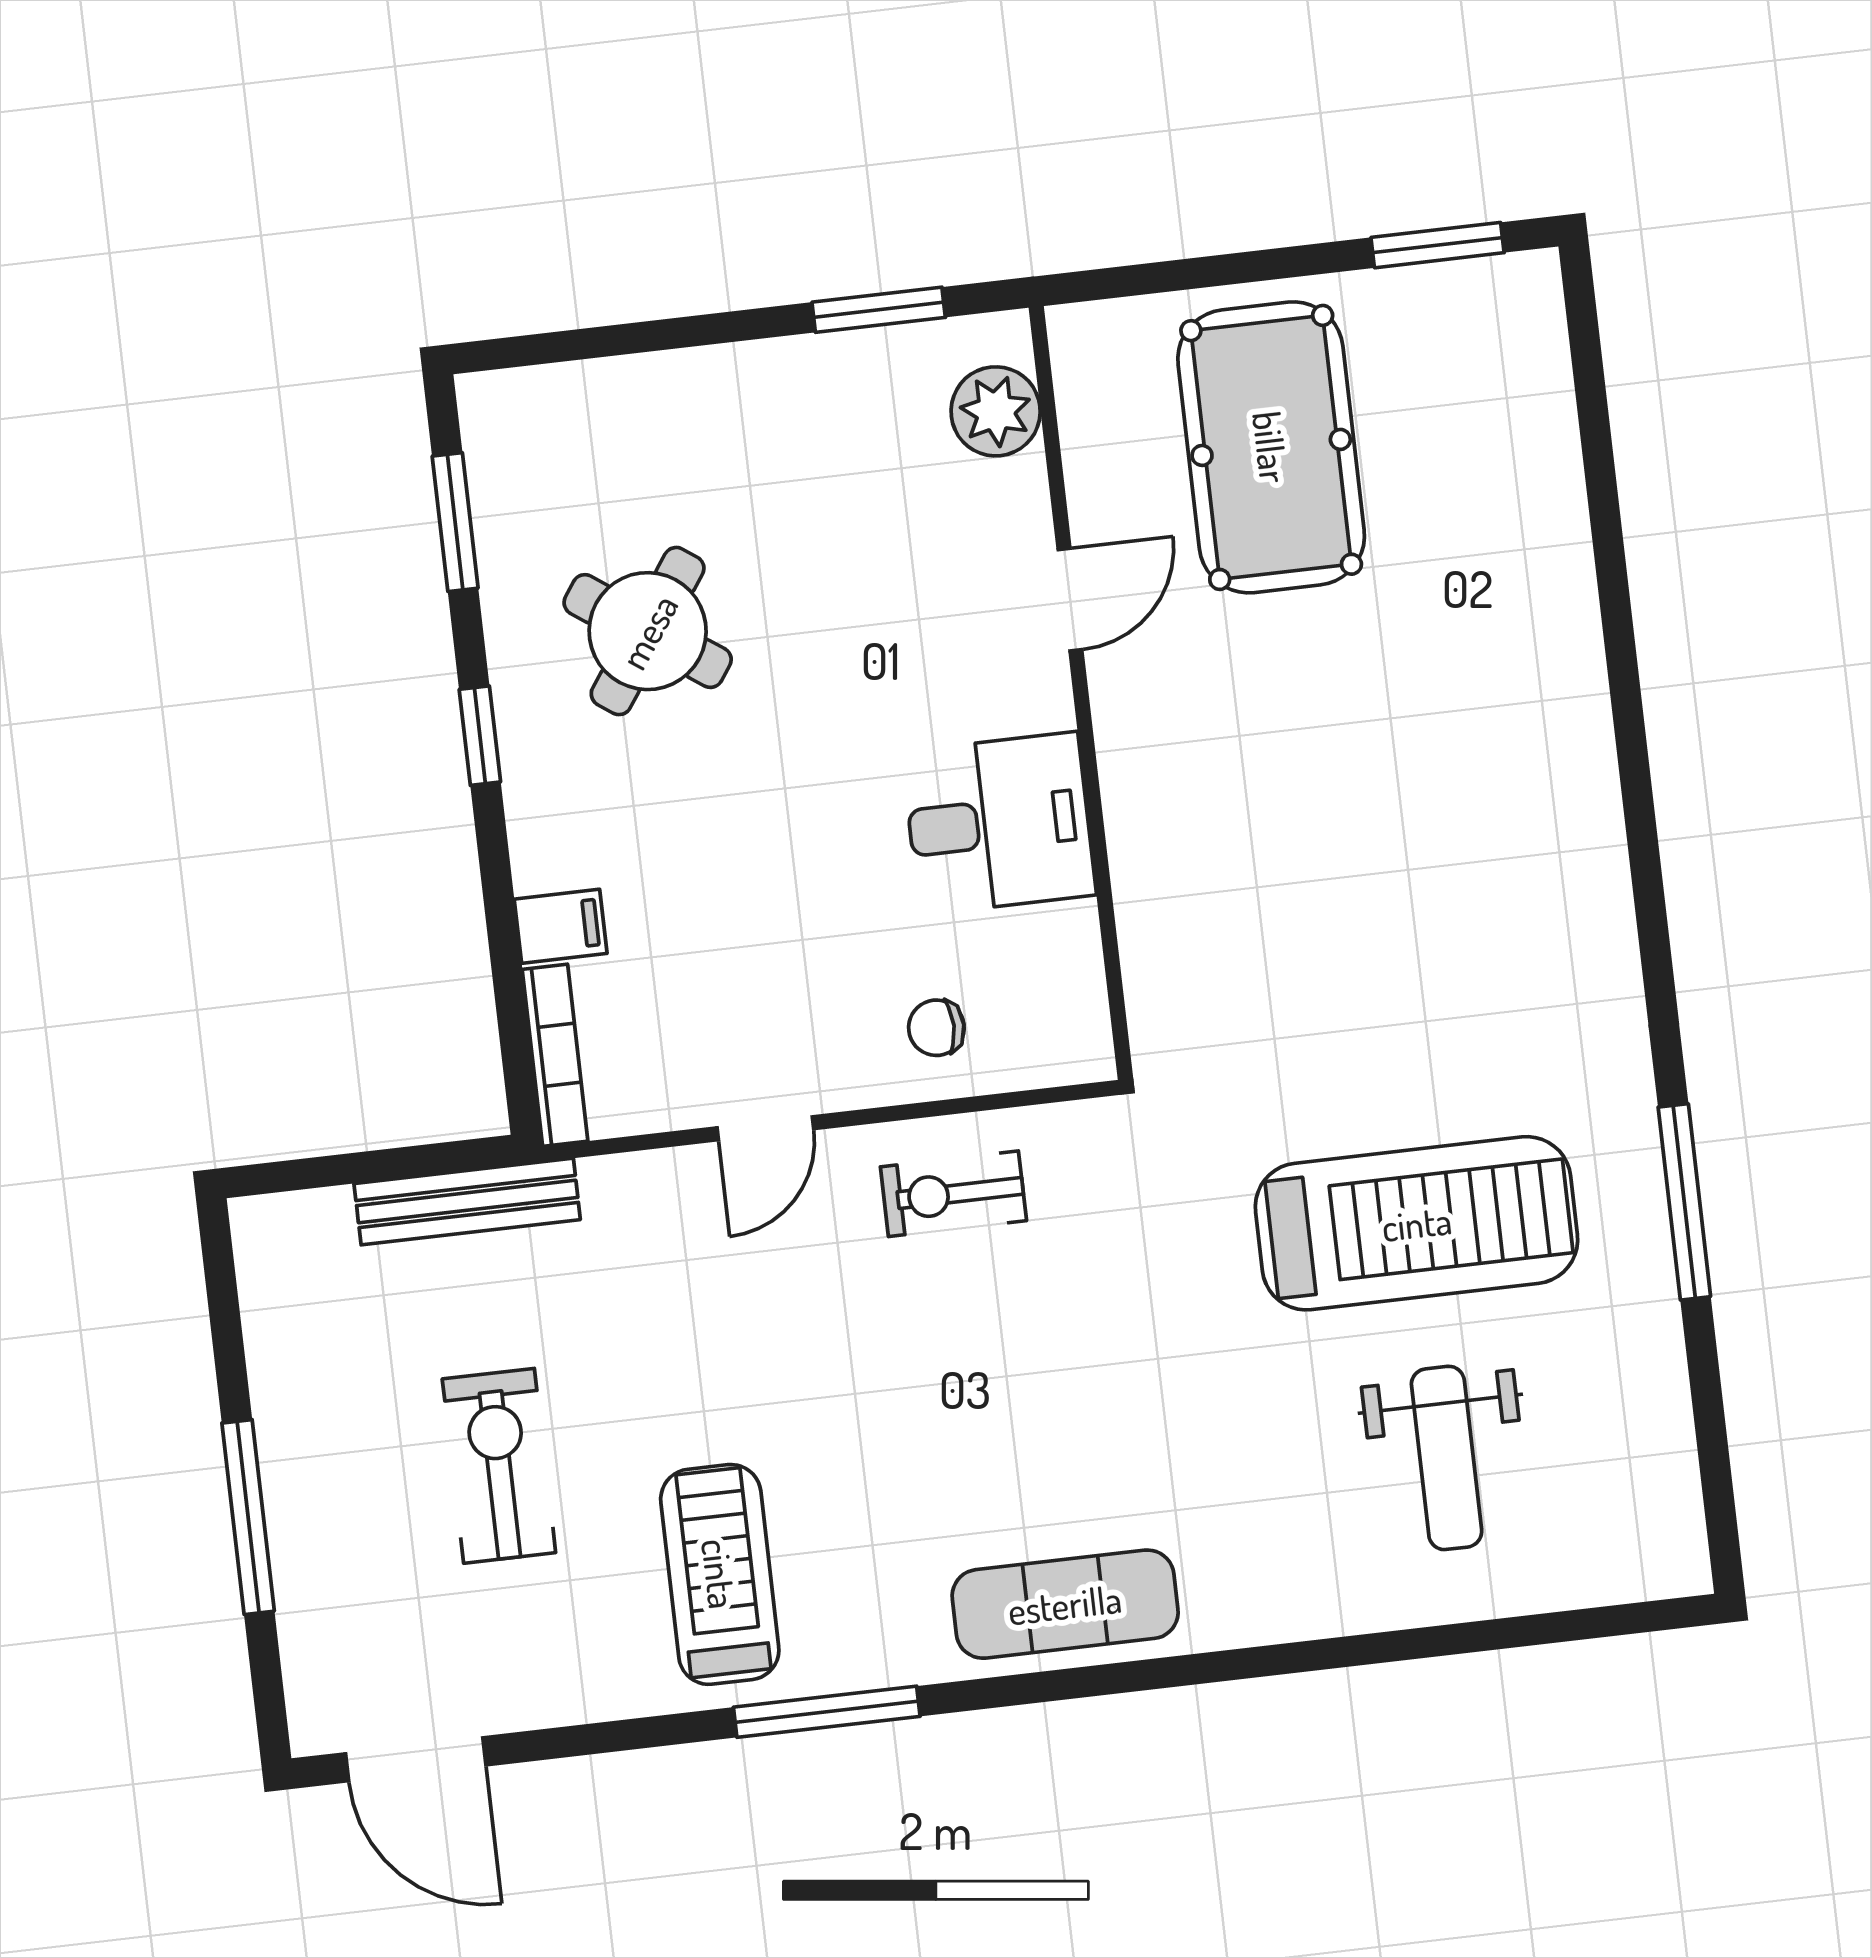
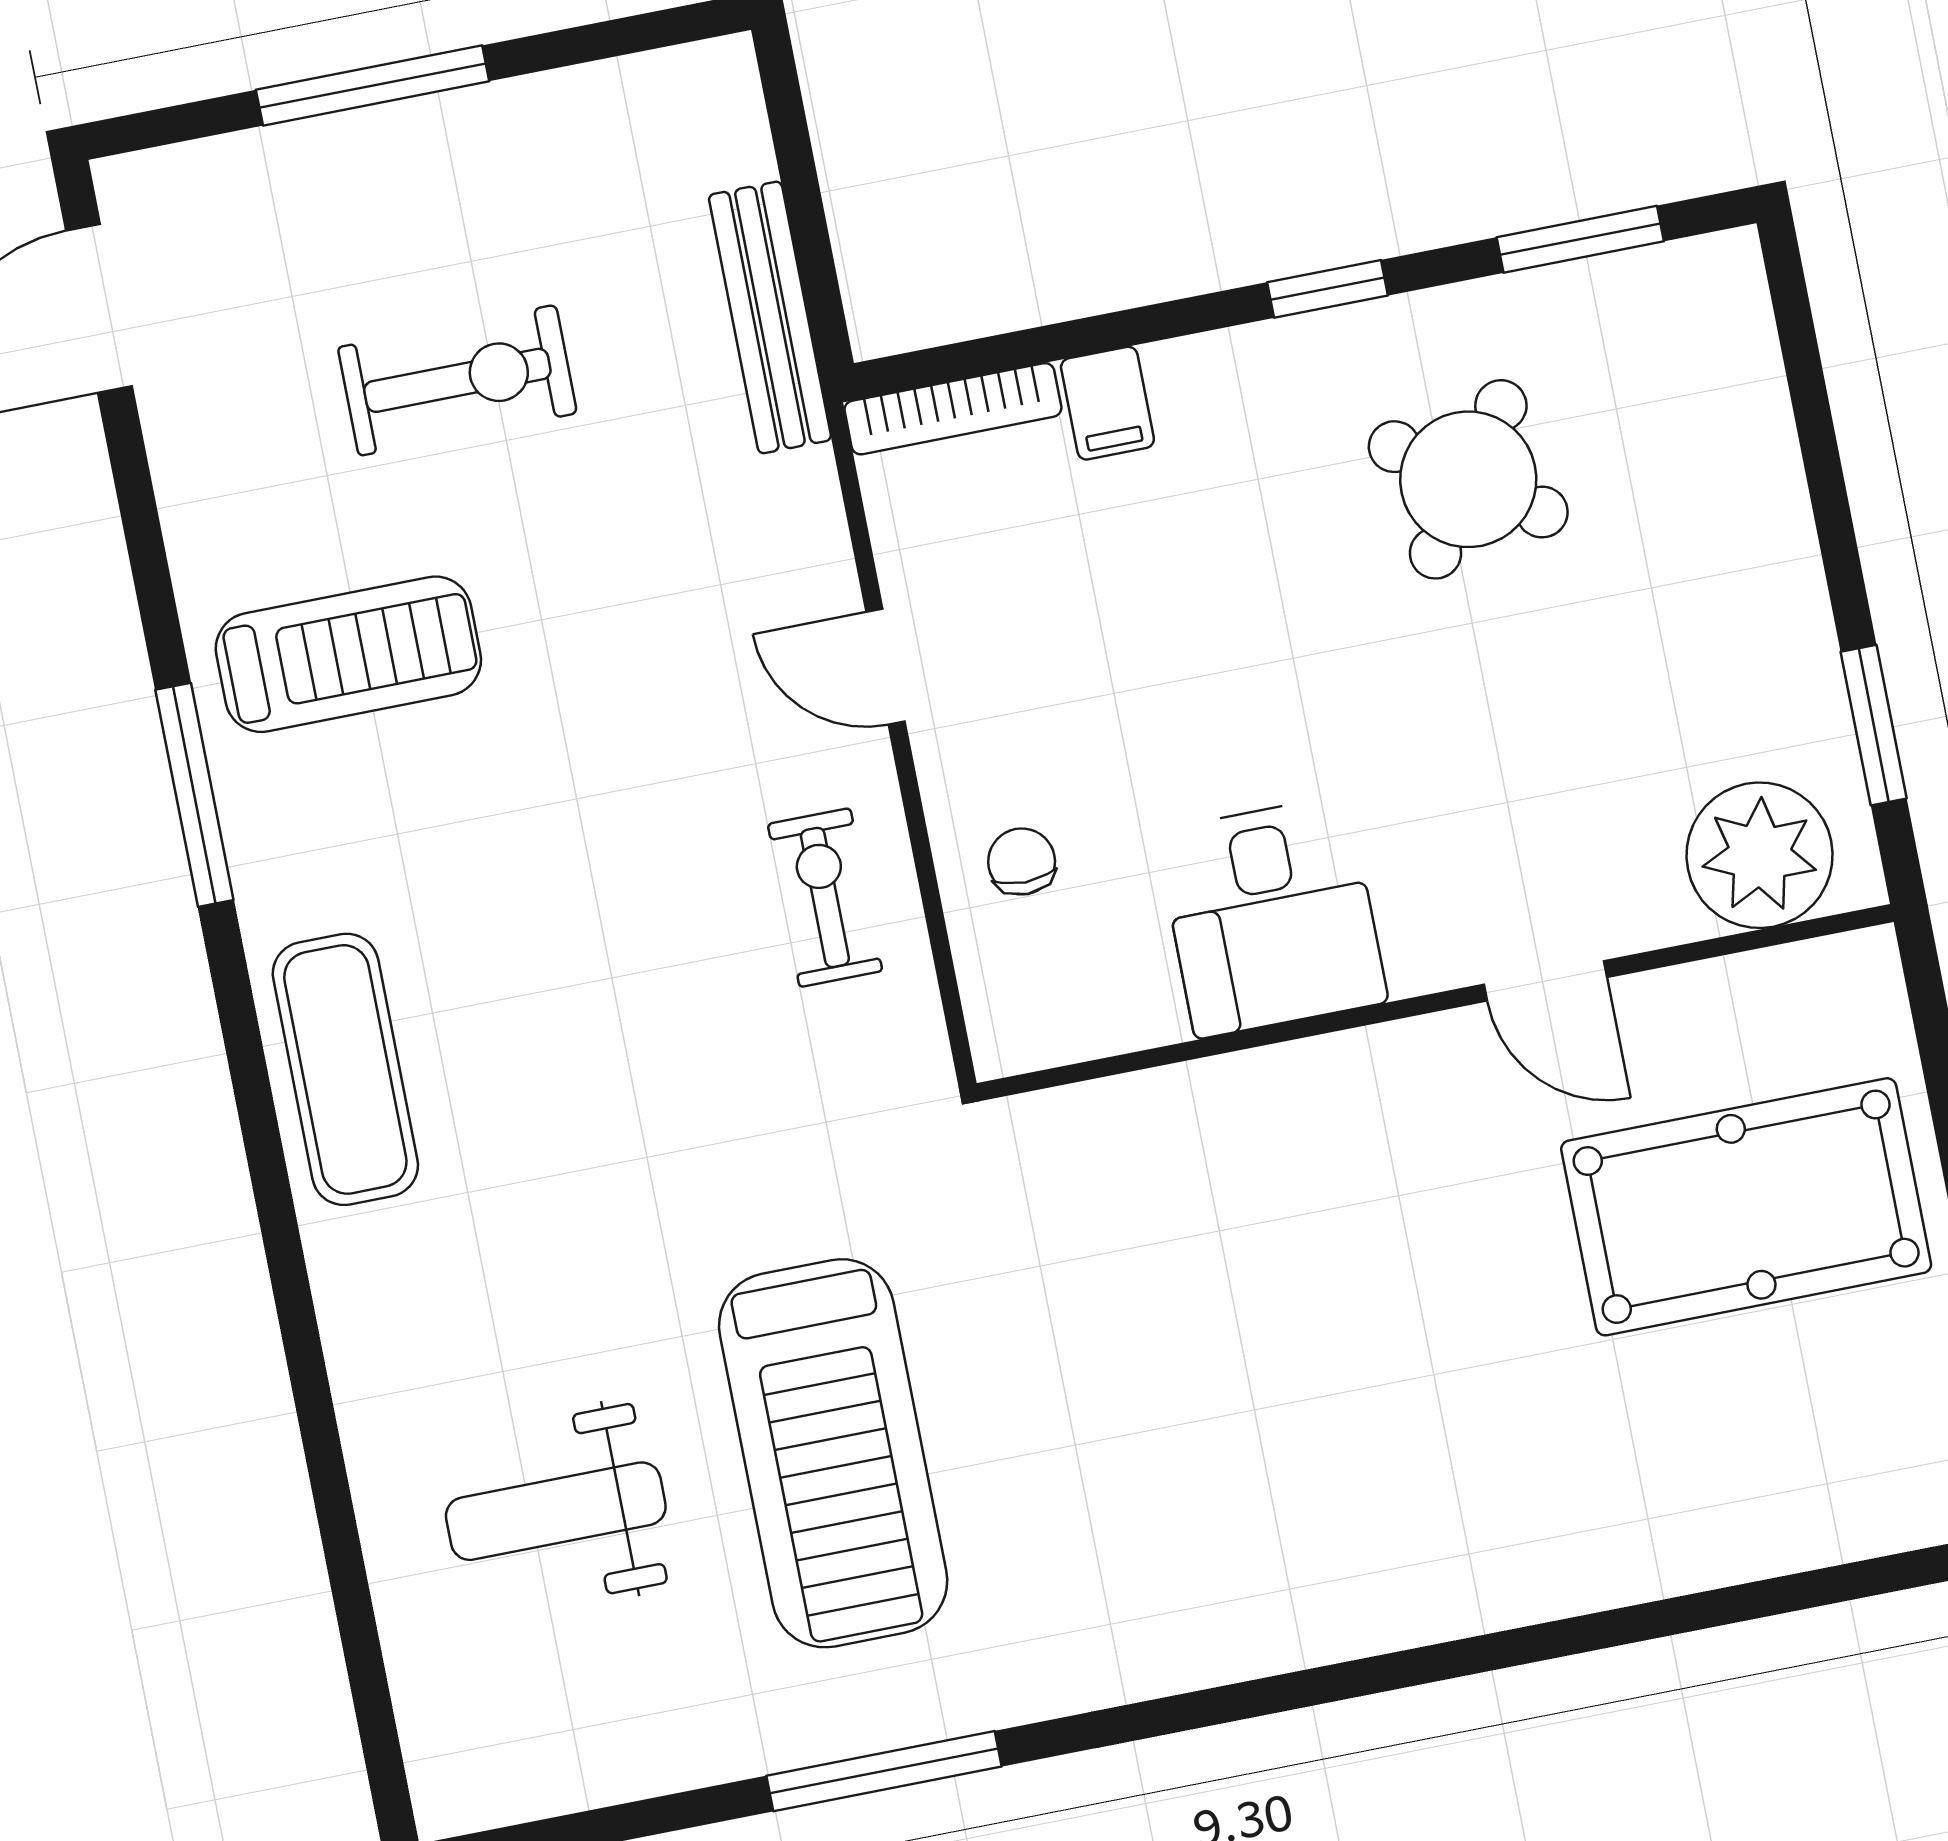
plant: (996, 411) -> (1760, 855), width x1.36, depth x1.36

